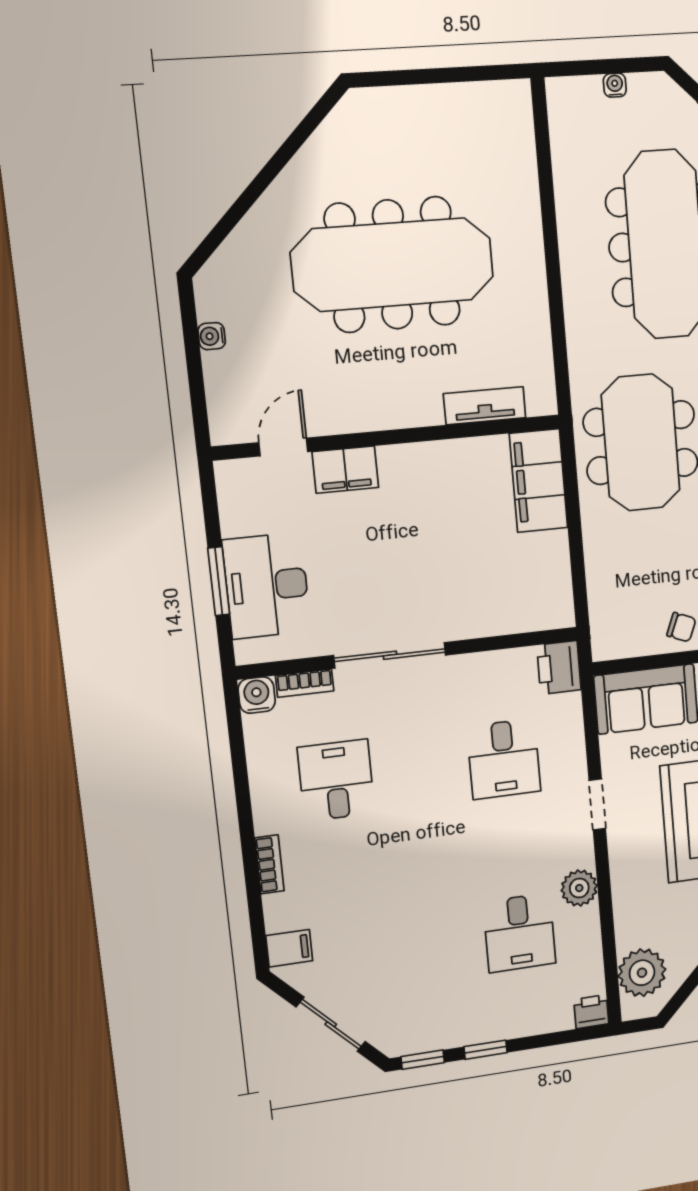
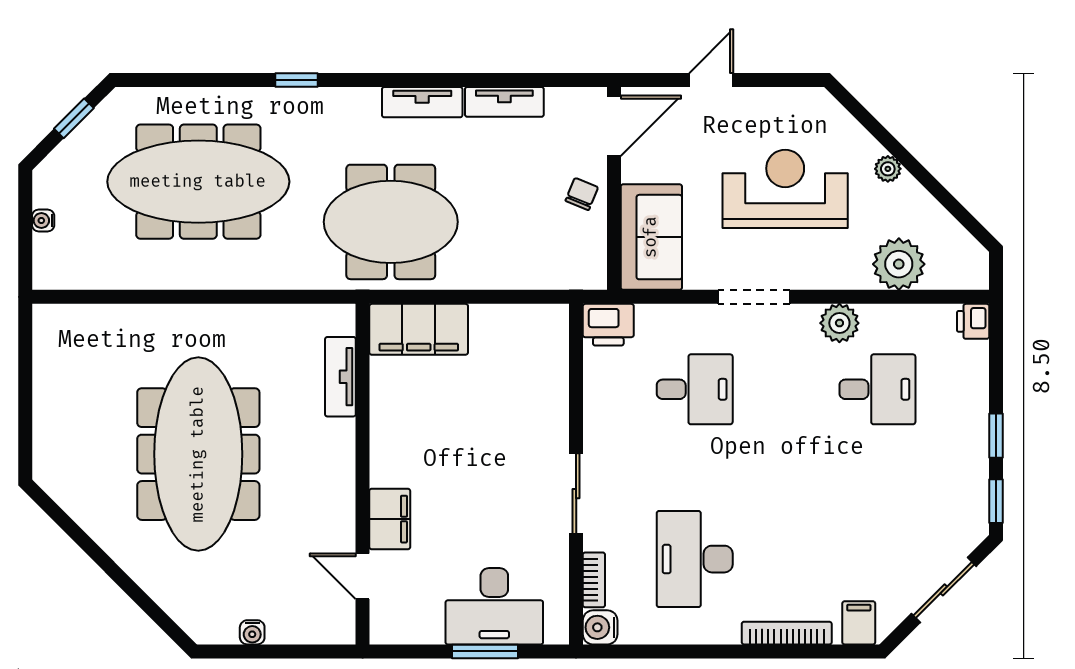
sliding door: (390, 655) -> (576, 494), width x0.73
desk: (336, 780) -> (695, 559), width x1.37
doorway: (597, 804) -> (754, 297), width x1.38
bookcase: (269, 864) -> (787, 633), width x1.56
plant: (642, 973) -> (899, 264), moved

